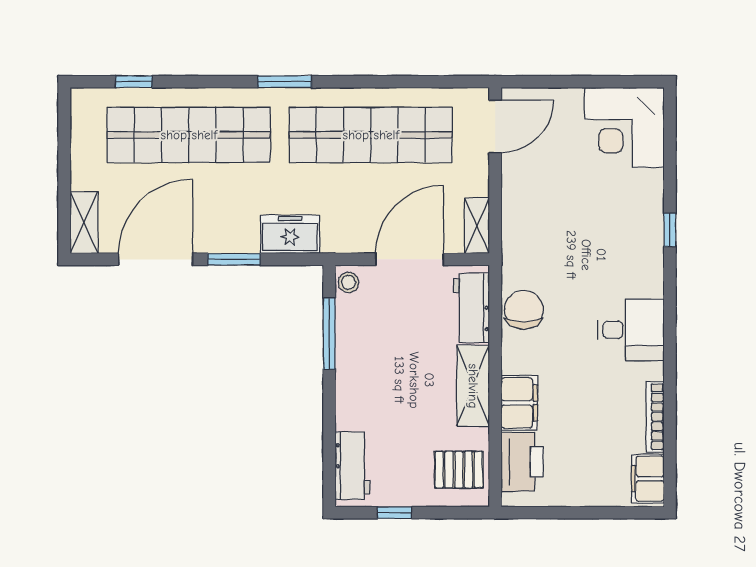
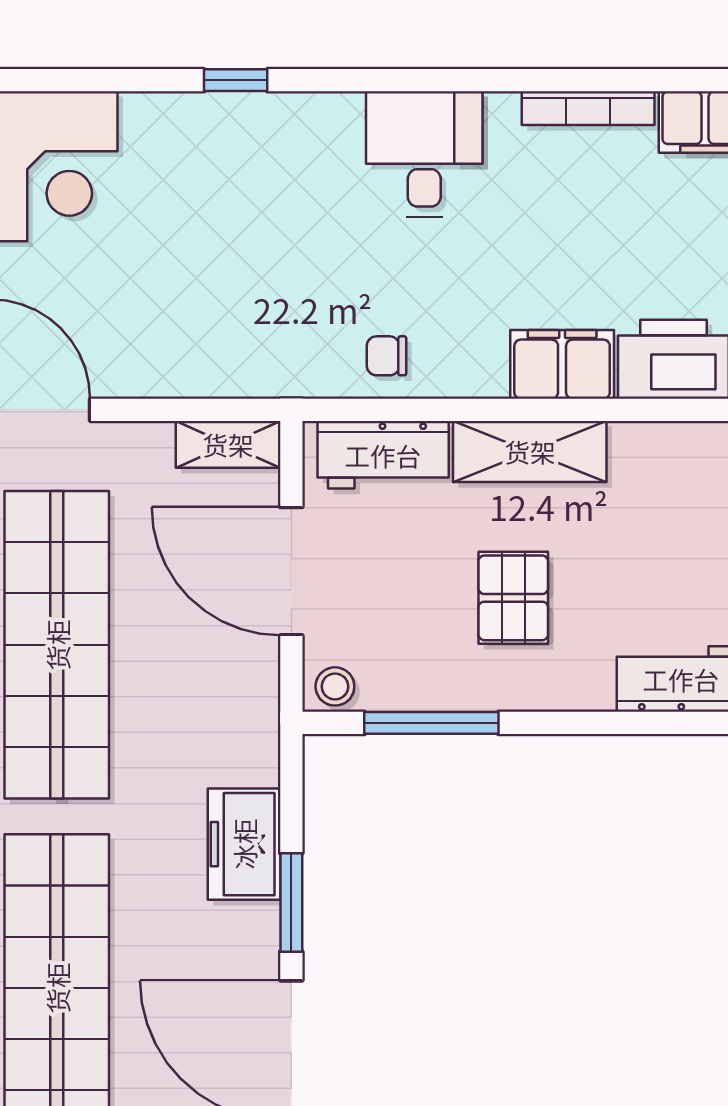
freezer: (290, 234) -> (244, 844), moved
chair: (524, 310) -> (387, 356), width x0.54, depth x0.54
pallet: (459, 470) -> (513, 598), moved

